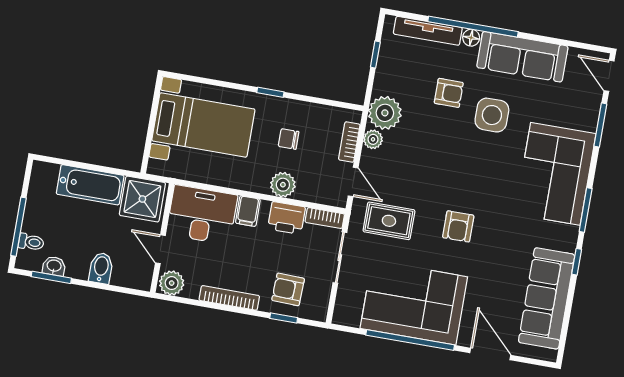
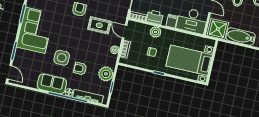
sofa: (522, 57) -> (52, 84), width x0.73
plant: (385, 113) -> (106, 74), moved
rug: (389, 221) -> (99, 25), moved

